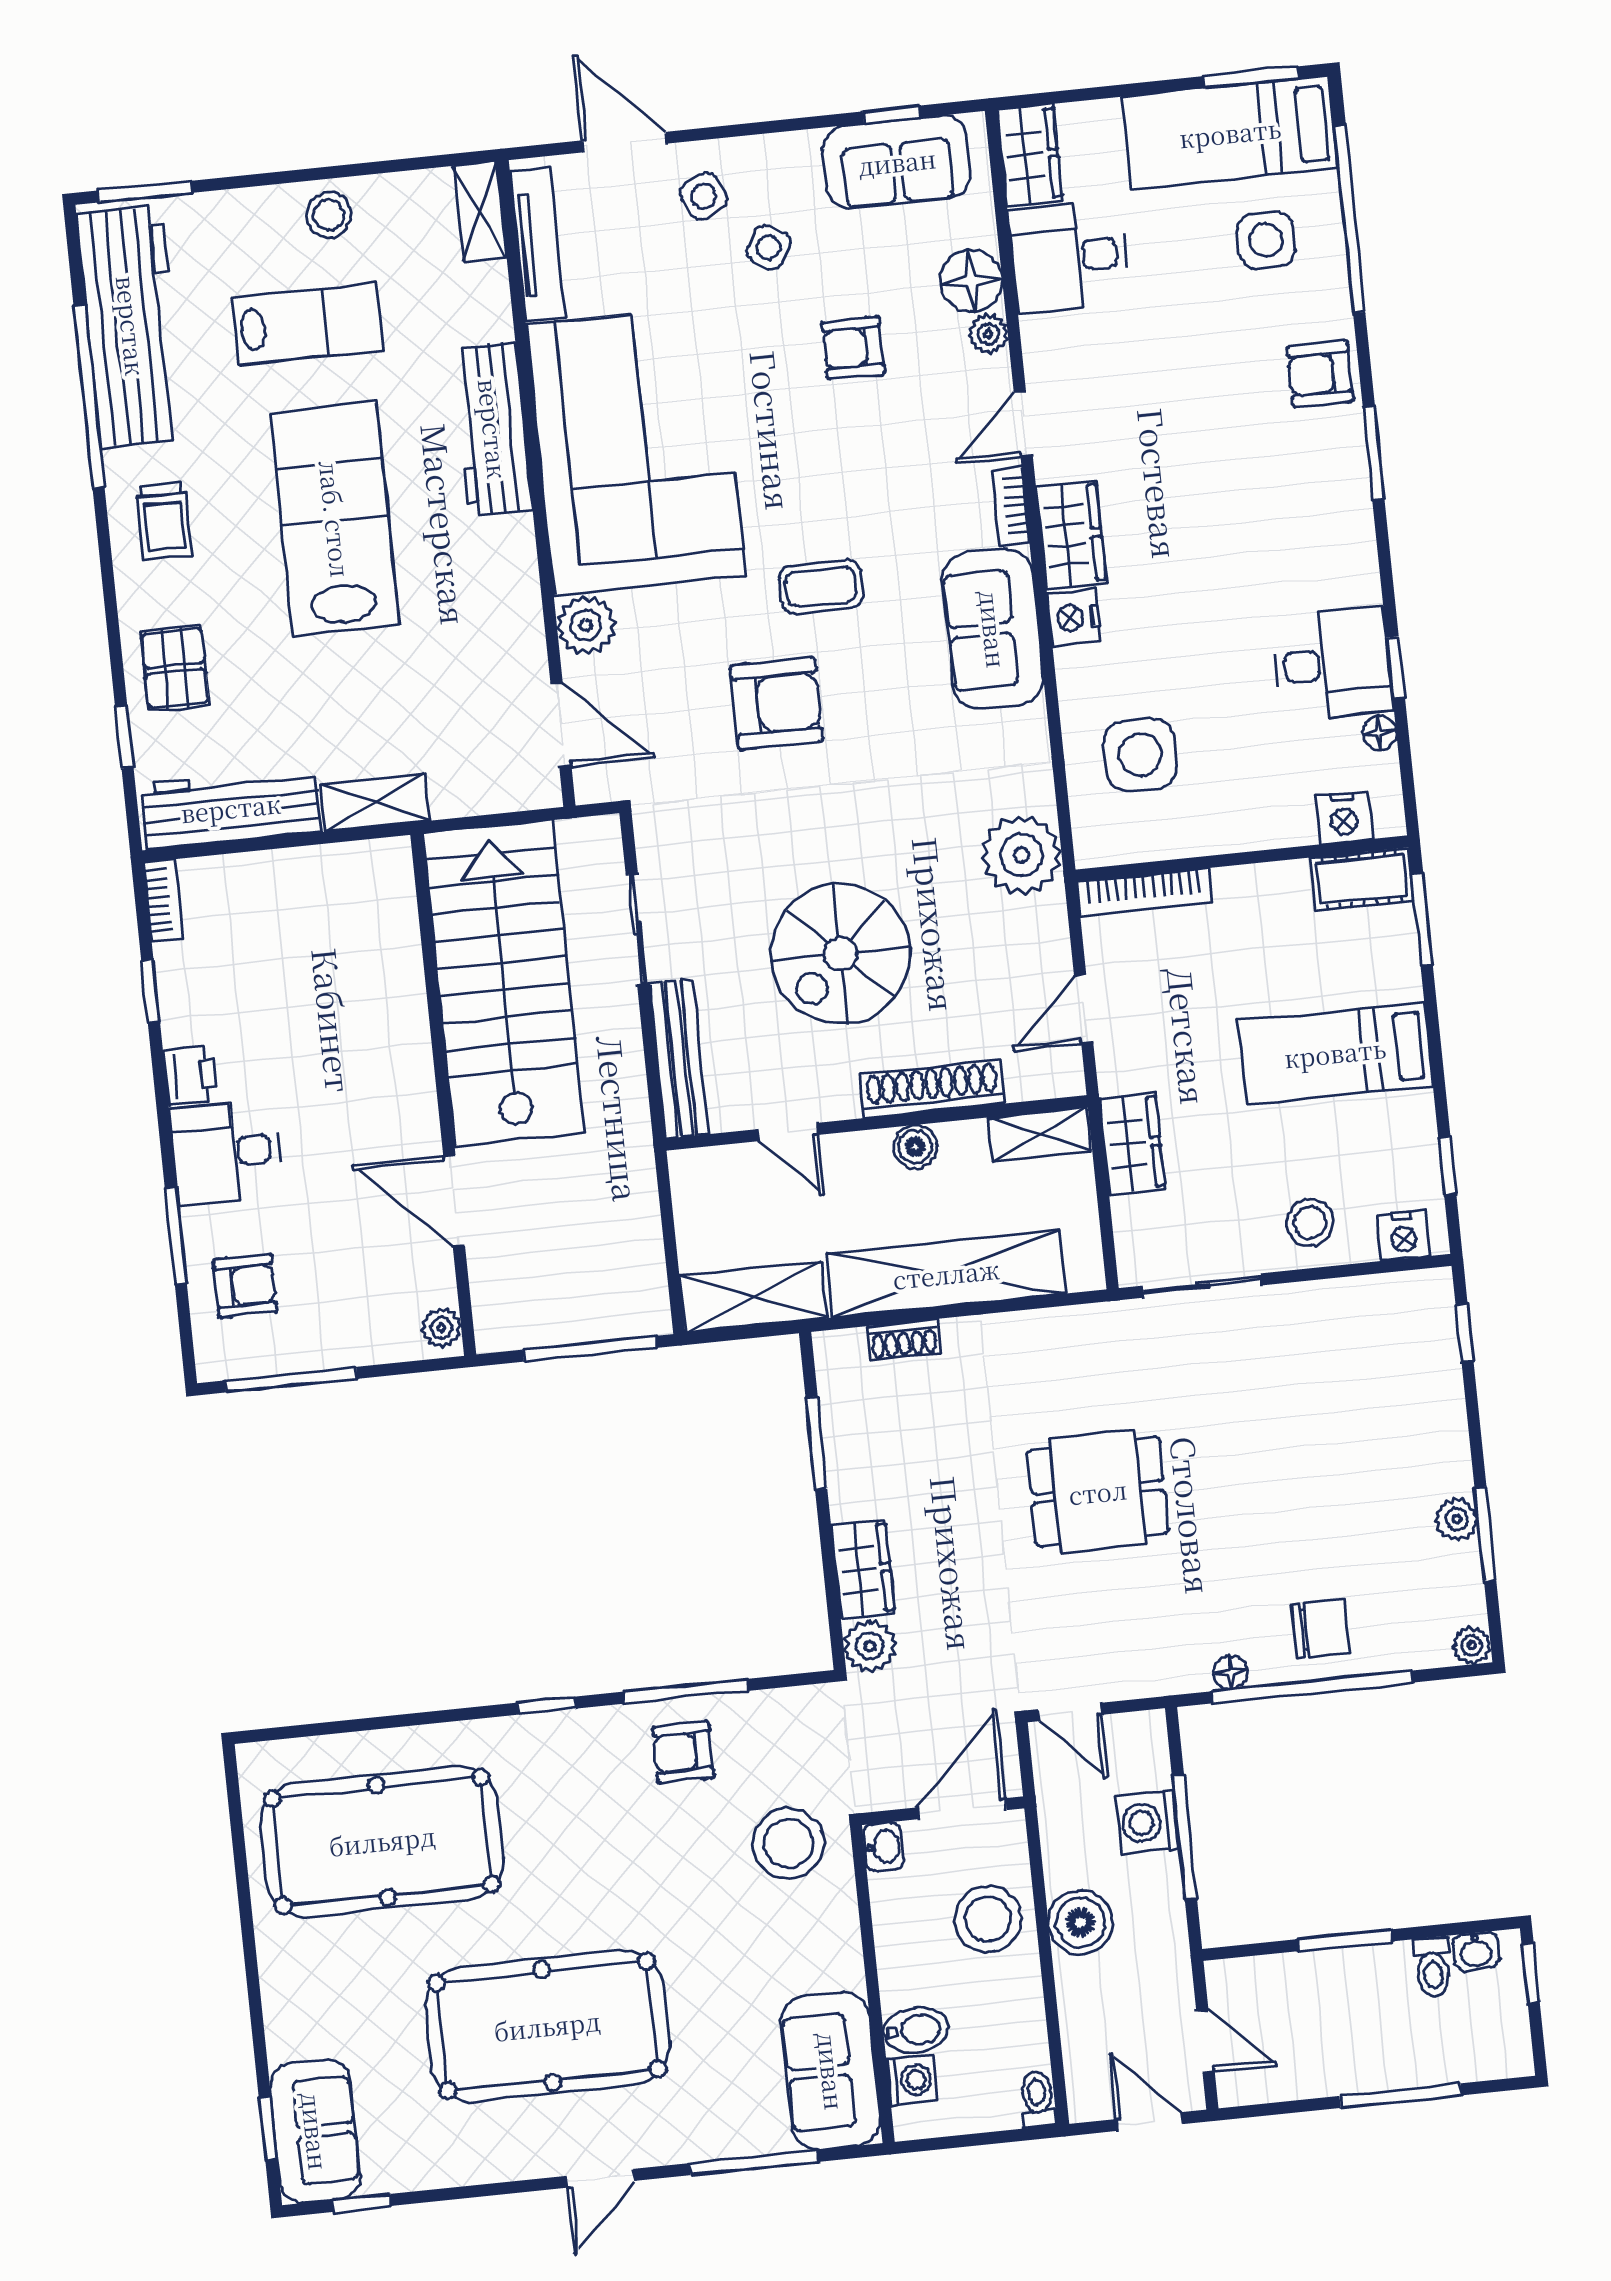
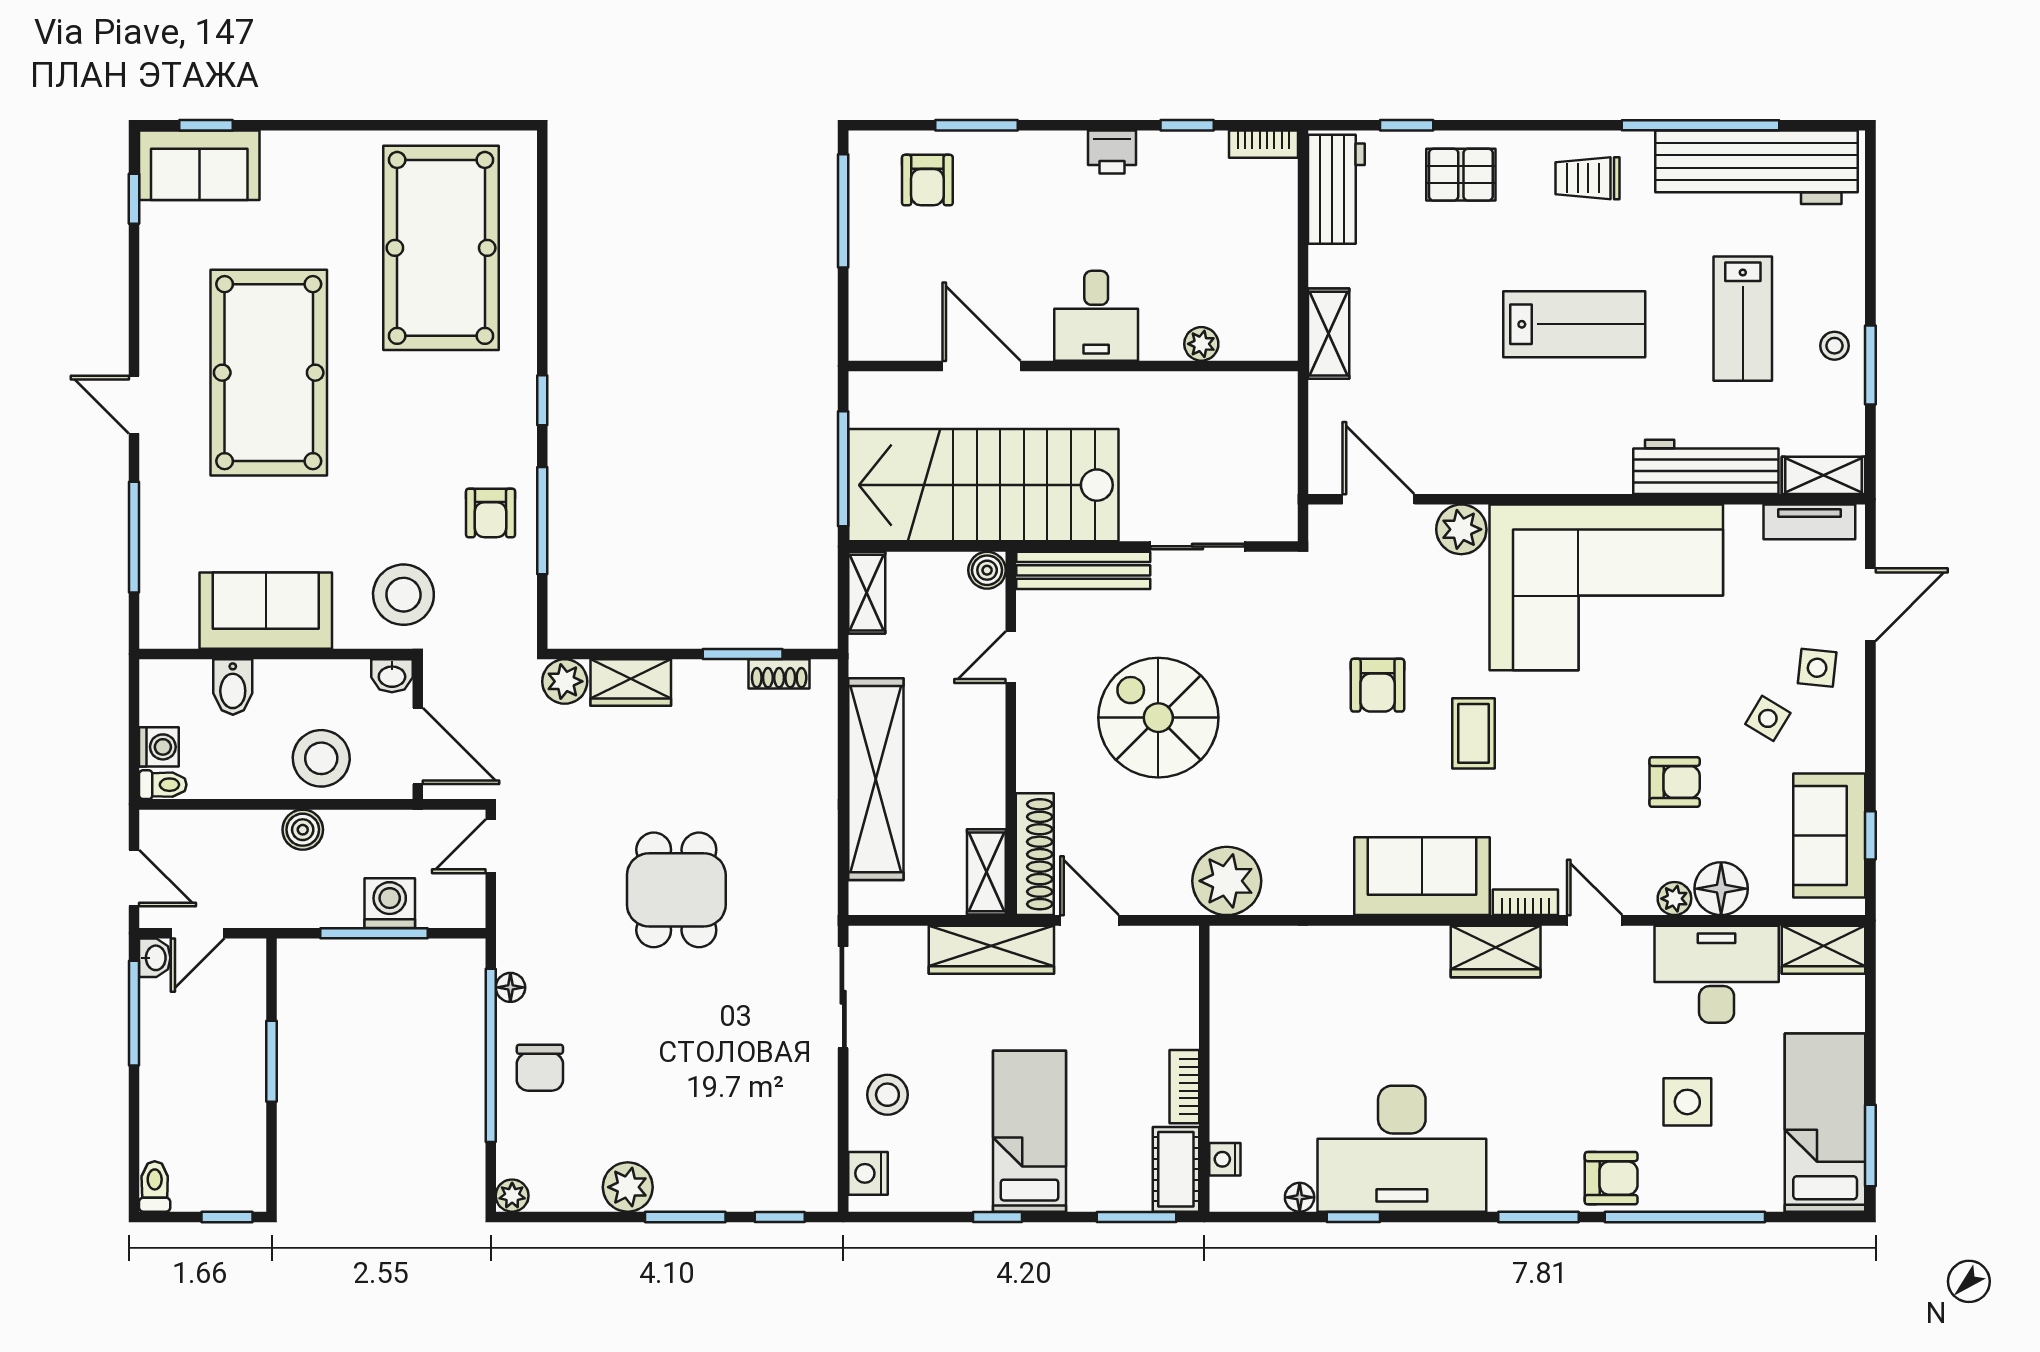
window: (145, 192) -> (1870, 365), moved
side table: (704, 196) -> (1817, 668), turned 33
stool: (329, 215) -> (1834, 346), width x0.73, depth x0.73
window: (1349, 219) -> (1685, 1217), moved
side table: (1266, 240) -> (1687, 1102), moved
tv unit: (538, 244) -> (1809, 522), width x0.71
desk: (1069, 257) -> (1717, 974), width x1.37
armchair: (853, 348) -> (1675, 782), turned 90
armchair: (1320, 374) -> (1611, 1178), turned 90
workbench: (493, 429) -> (1706, 467), moved
lab bench: (335, 519) -> (1574, 324), width x0.73, depth x0.72
nightstand: (1074, 618) -> (1425, 947), removed
desk: (1332, 664) -> (1402, 1149), width x1.87, depth x1.30
armchair: (777, 704) -> (1378, 685), width x0.72, depth x0.72
door: (561, 725) -> (1378, 499), swing flipped
side table: (1140, 755) -> (1302, 991), removed
workbench: (231, 808) -> (1336, 189), width x0.73
nightstand: (1344, 817) -> (1225, 1159), width x0.72, depth x0.74
bookcase: (1145, 892) -> (1184, 1087), moved, width x0.64
stairs: (504, 983) -> (983, 485), moved, turned 180
shoe rack: (932, 1089) -> (1035, 854), moved
wardrobe: (1132, 1144) -> (991, 950), width x1.50
boiler: (915, 1147) -> (987, 570), moved
desk: (226, 1152) -> (1096, 316), moved, turned 180
window: (1447, 1165) -> (998, 1217), moved
door: (454, 1201) -> (981, 366), hinge flipped
shelving: (754, 1297) -> (867, 593), width x0.67, depth x0.75
plant: (441, 1328) -> (1201, 344), moved
shoe rack: (904, 1340) -> (779, 674), moved, turned -90
plant: (1457, 1519) -> (628, 1187), width x1.38, depth x1.38
window: (1485, 1534) -> (685, 1217), moved
armchair: (683, 1752) -> (491, 513), turned 180
boiler: (1080, 1922) -> (303, 830), width x0.73, depth x0.73
washbasin: (1476, 1951) -> (155, 958), moved, turned 180
toilet: (1433, 1967) -> (155, 1187), moved, turned 90
sofa: (831, 2071) -> (266, 611), moved
washing machine: (911, 2080) -> (159, 747), moved, turned -90
window: (1401, 2096) -> (134, 1013), moved
door: (1149, 2122) -> (134, 878), hinge flipped

